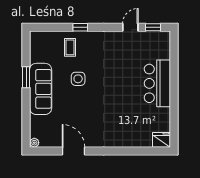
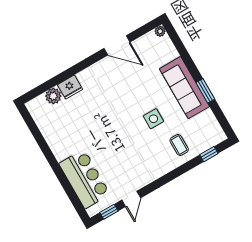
window: (80, 27) -> (209, 154), moved
bar counter: (157, 83) -> (85, 179), moved
plant: (145, 140) -> (53, 96), added
fridge: (161, 140) -> (70, 87), moved

